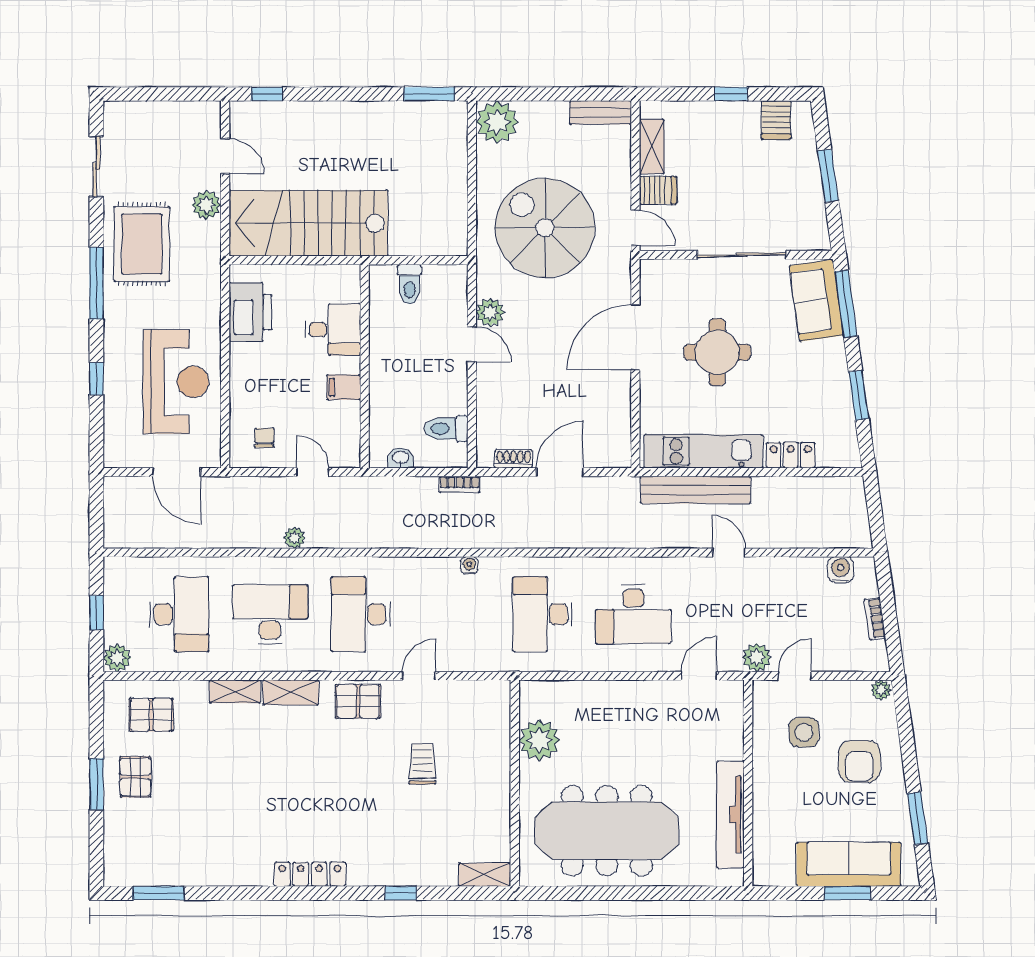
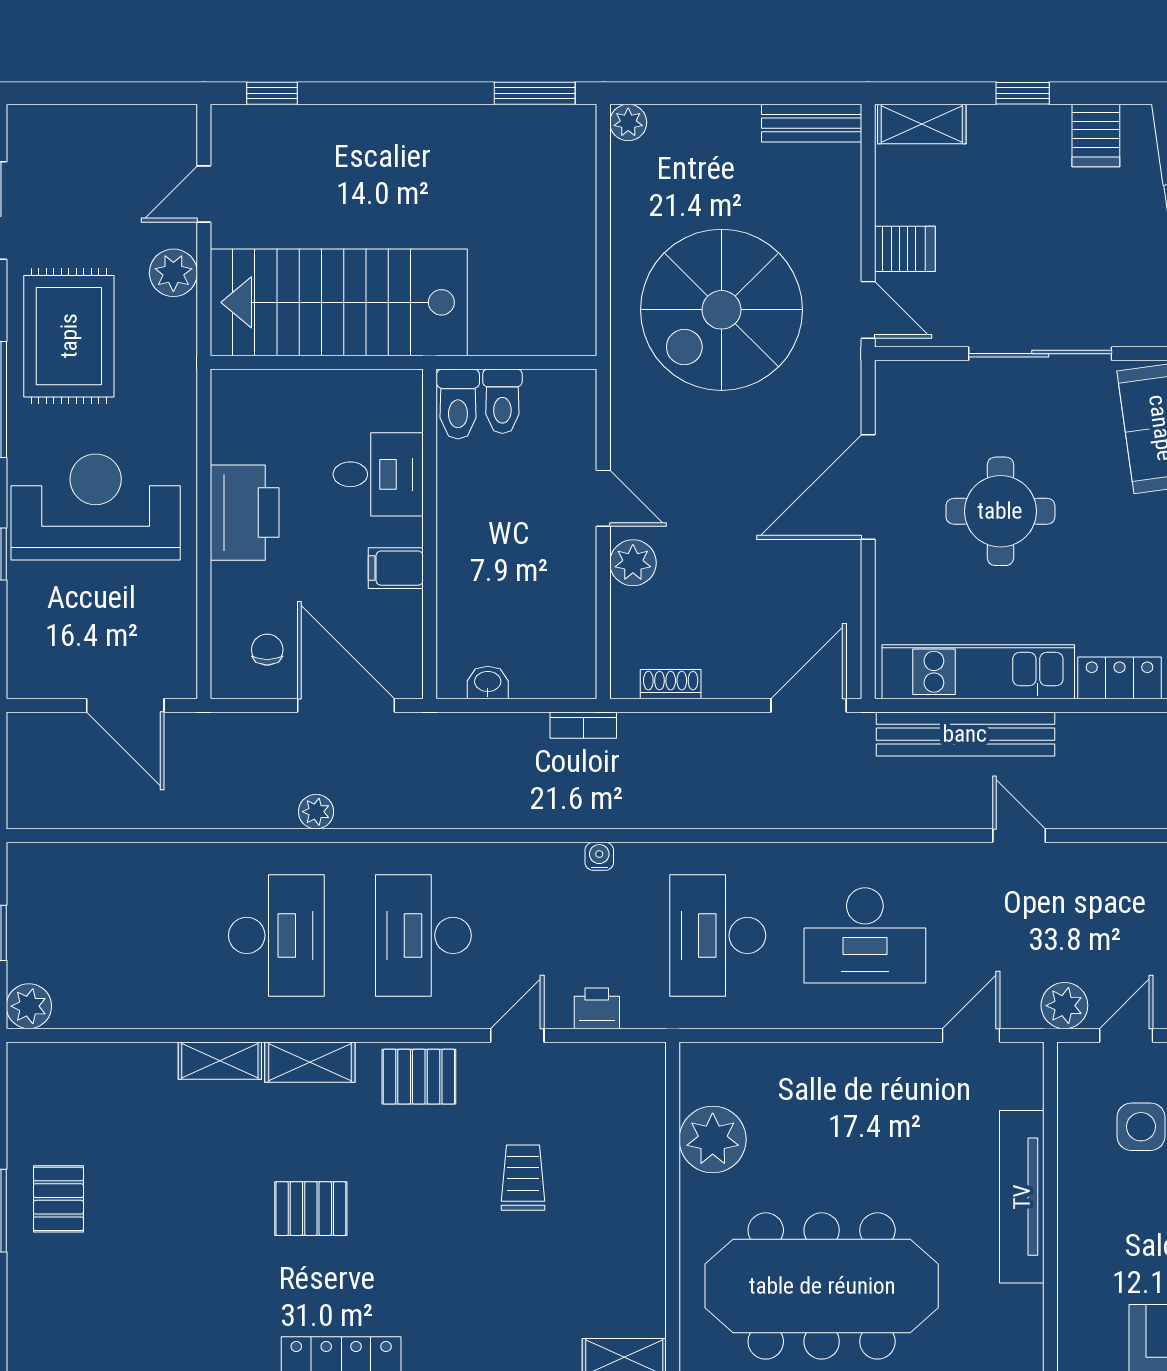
plant: (497, 122) -> (628, 122), width x0.53, depth x0.53
shelving: (652, 147) -> (922, 124), moved, turned 90
door: (225, 156) -> (204, 194), swing flipped
spiral stairs: (545, 228) -> (721, 310), turned -90
printer: (250, 312) -> (245, 513), moved
plant: (490, 312) -> (633, 563), moved
reception desk: (176, 382) -> (96, 507), moved, turned -90
toilet: (446, 429) -> (458, 404), moved, turned -90
door: (313, 472) -> (346, 705), width x1.88
door: (560, 472) -> (809, 705), moved
desk: (179, 614) -> (129, 935), removed
desk: (270, 614) -> (276, 935), turned 90
printer: (468, 659) -> (597, 1008), added
pallet: (151, 715) -> (311, 1209), moved
tv unit: (730, 814) -> (1022, 1197), moved

